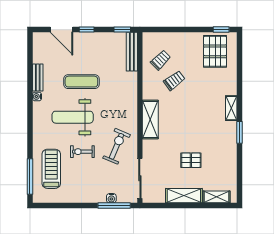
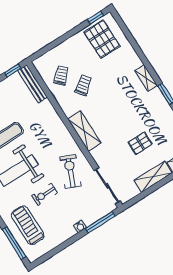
water cooler: (111, 198) -> (80, 226), moved

